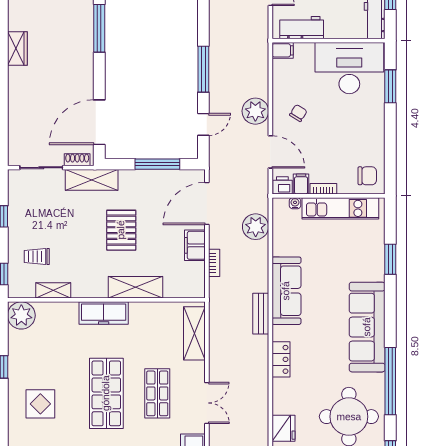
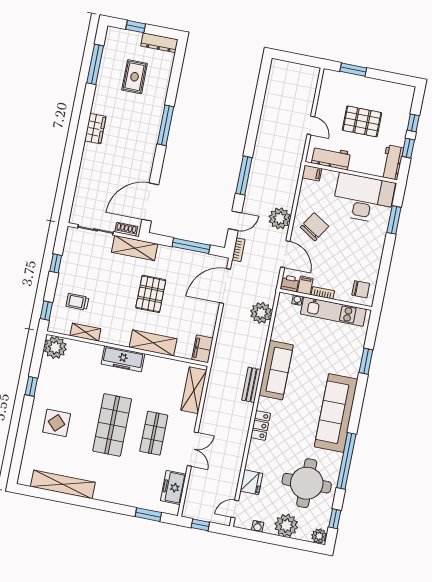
chair: (298, 113) -> (314, 227), width x1.87, depth x1.87
filing cabinet: (195, 245) -> (202, 349), moved
bookcase: (214, 263) -> (238, 250), moved

